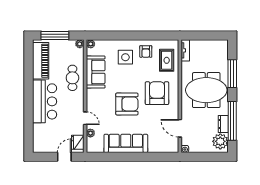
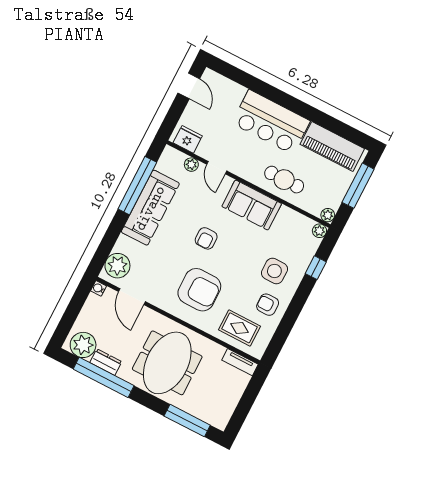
window: (112, 35) -> (316, 268), added
sofa: (96, 72) -> (252, 205), moved
window: (232, 74) -> (187, 421), moved
armchair: (127, 104) -> (206, 238), width x0.53, depth x0.53
door: (85, 118) -> (217, 168), hinge flipped
door: (180, 128) -> (132, 297), swing flipped
plant: (167, 145) -> (117, 266), added
door: (64, 157) -> (189, 86), moved
window: (117, 157) -> (137, 186), added

